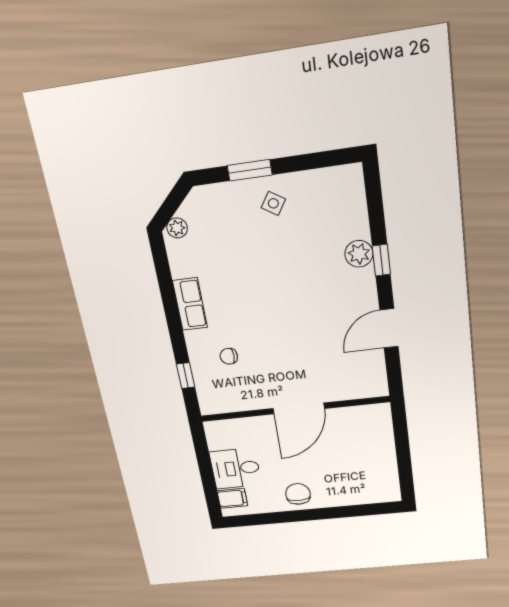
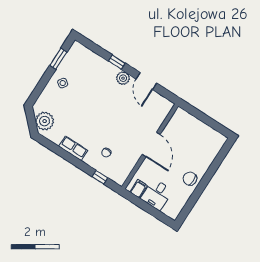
window: (250, 170) -> (58, 59), moved
plant: (177, 228) -> (45, 121), width x1.88, depth x1.88
plant: (359, 254) -> (123, 78), moved
filing cabinet: (232, 498) -> (139, 189), moved

